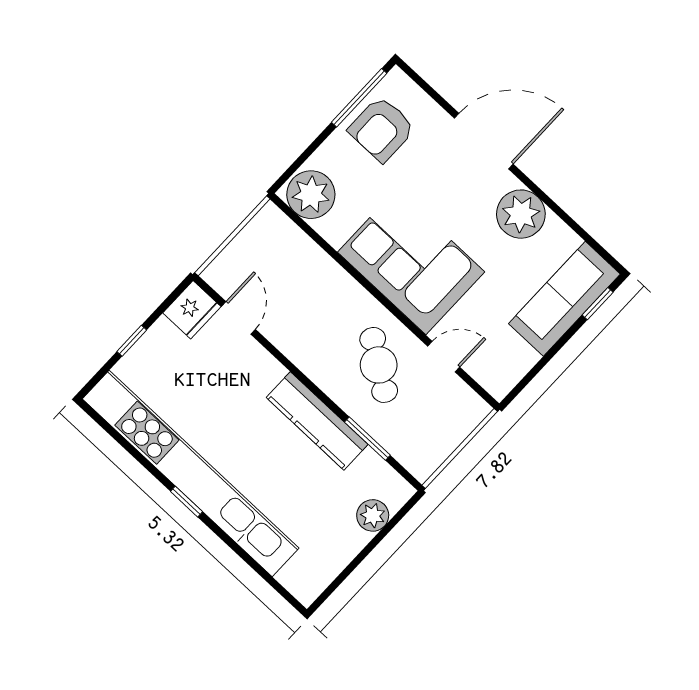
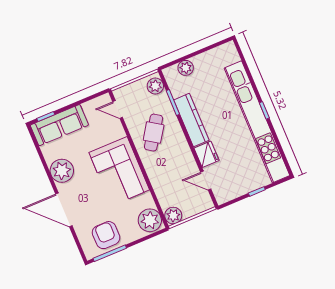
armchair: (382, 129) -> (106, 235), turned -90
plant: (270, 224) -> (173, 216), added
fridge: (192, 310) -> (207, 154), moved, turned 90
door: (238, 318) -> (206, 181), hinge flipped
door: (444, 357) -> (118, 110), moved
plant: (415, 455) -> (155, 86), added

